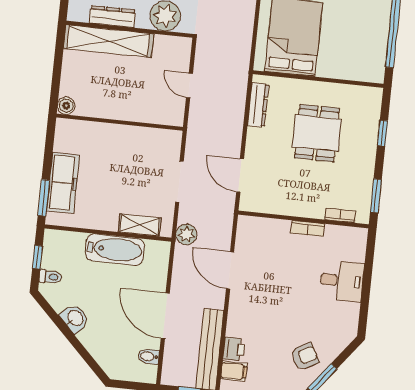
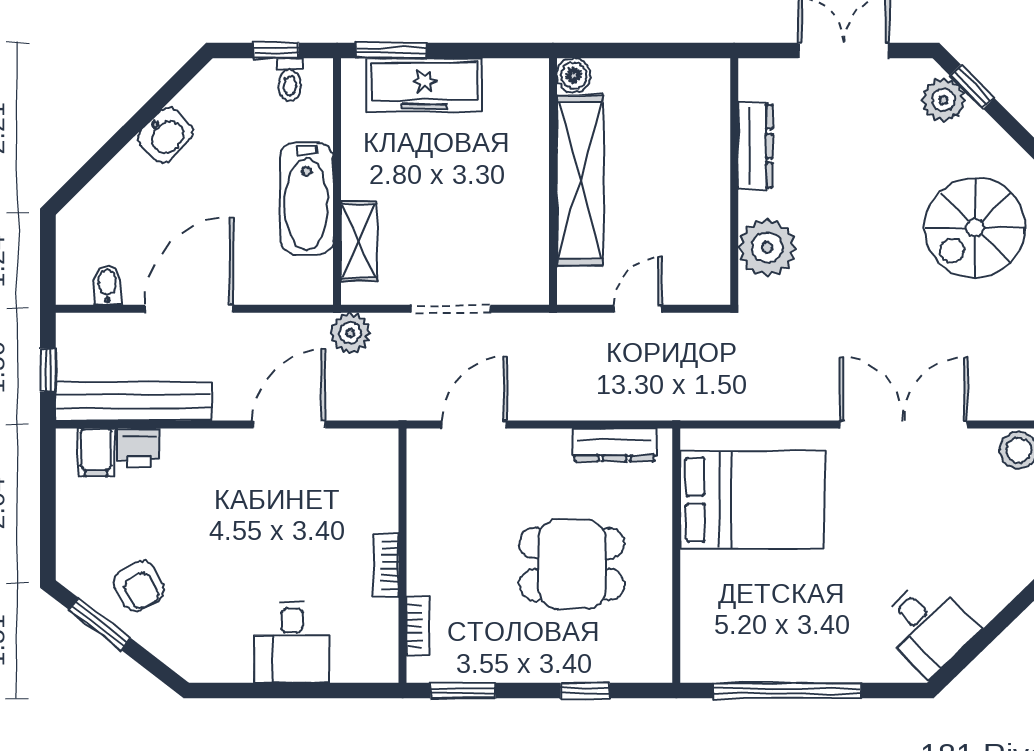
shelving: (108, 41) -> (580, 181), moved
toilet: (50, 277) -> (290, 80), moved

